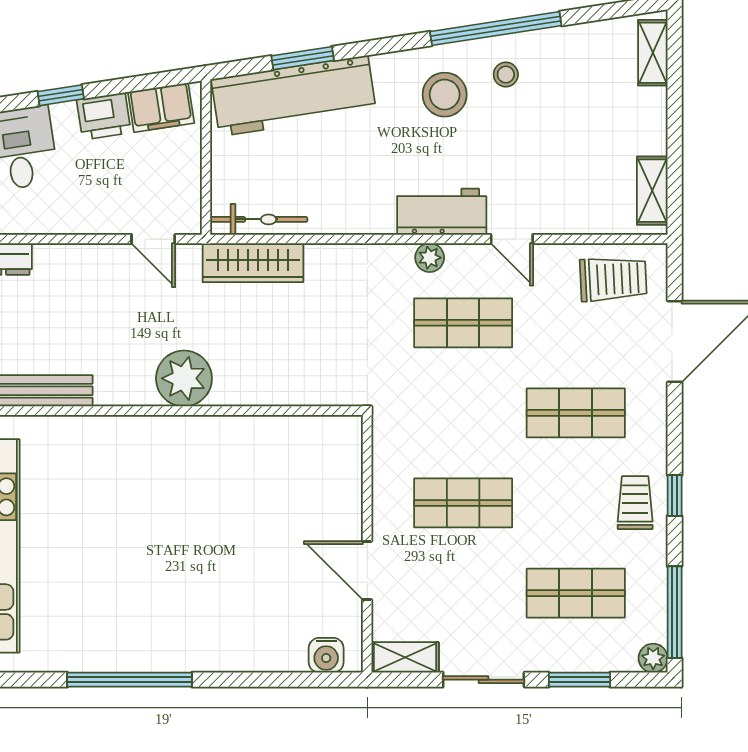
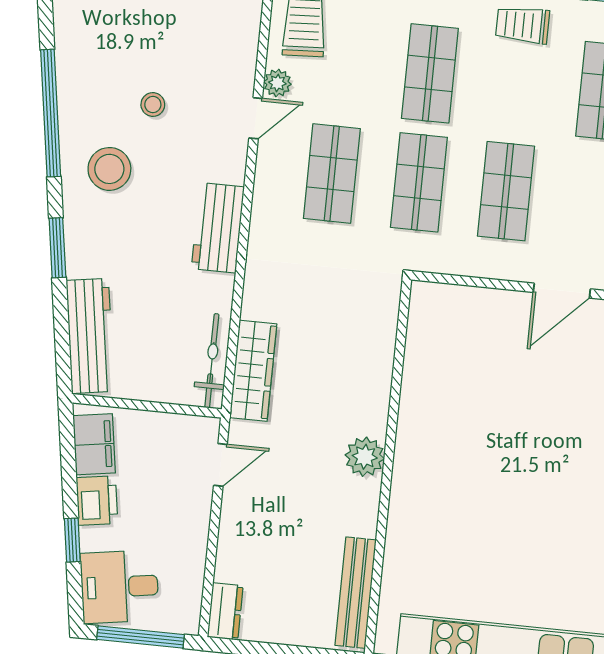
window: (303, 58) -> (57, 248), moved
stool: (506, 74) -> (153, 105), moved
workbench: (294, 96) -> (90, 336), width x0.73, depth x0.76
workbench: (442, 212) -> (218, 228), moved
plant: (430, 258) -> (277, 83), moved
plant: (184, 378) -> (365, 457), width x0.73, depth x0.73
shop shelf: (463, 413) -> (419, 182), added

